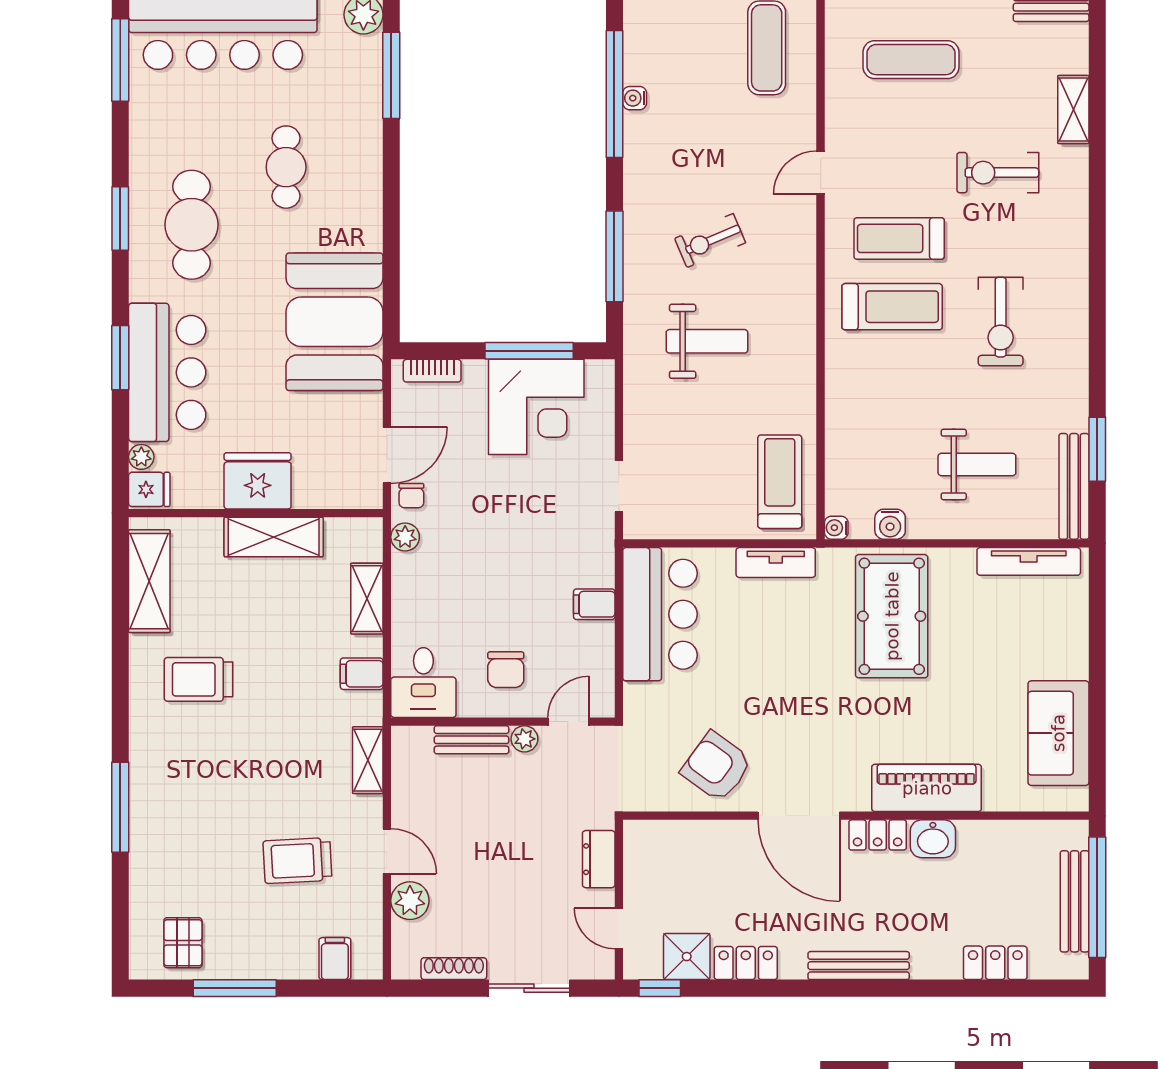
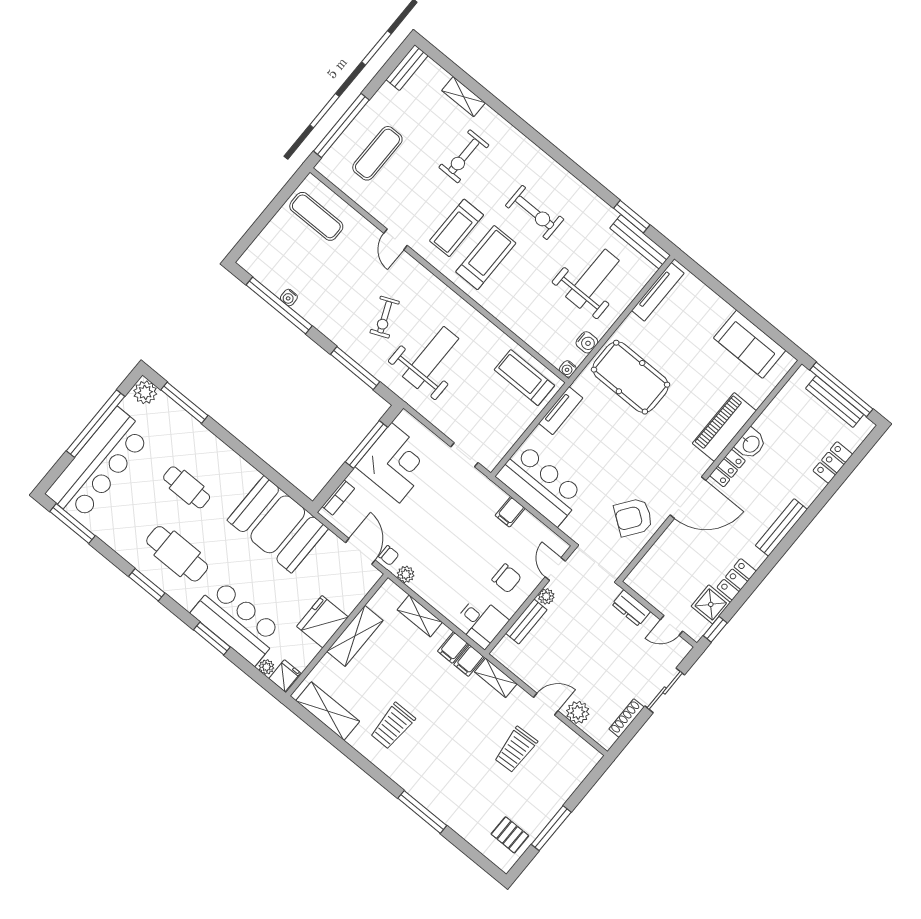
weight bench: (707, 341) -> (431, 358), width x1.36, depth x1.33
weight bench: (977, 464) -> (592, 279), width x1.36, depth x1.33
filing cabinet: (335, 959) -> (469, 661), moved, turned -90

